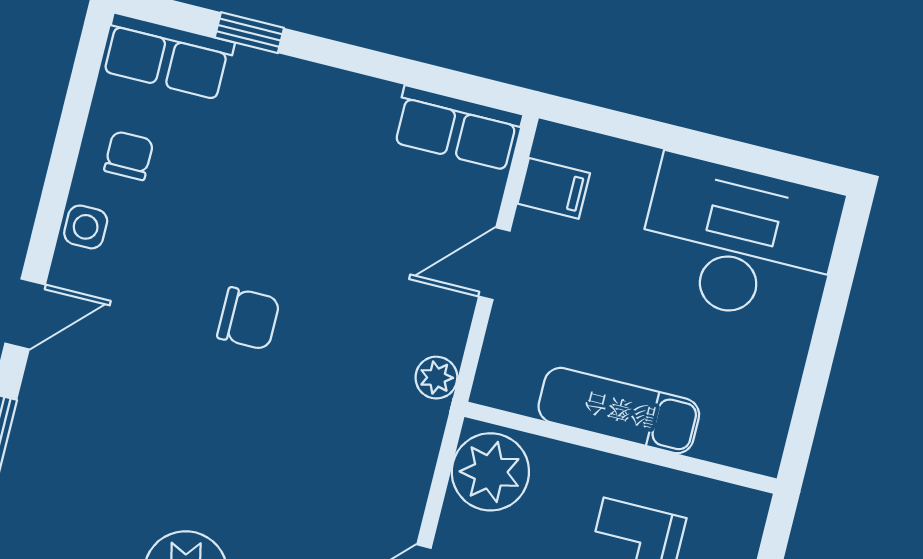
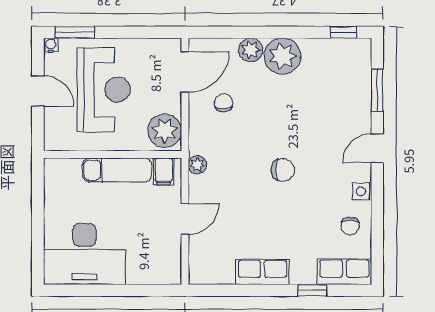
row of seats: (457, 128) -> (262, 272), moved
filing cabinet: (554, 188) -> (164, 172), moved, turned -90
chair: (248, 319) -> (283, 170), turned 180
chair: (343, 501) -> (224, 103), added

